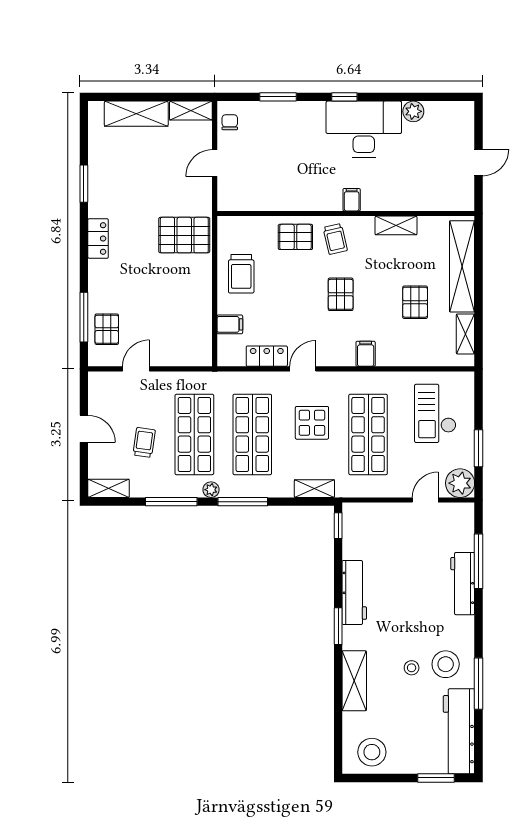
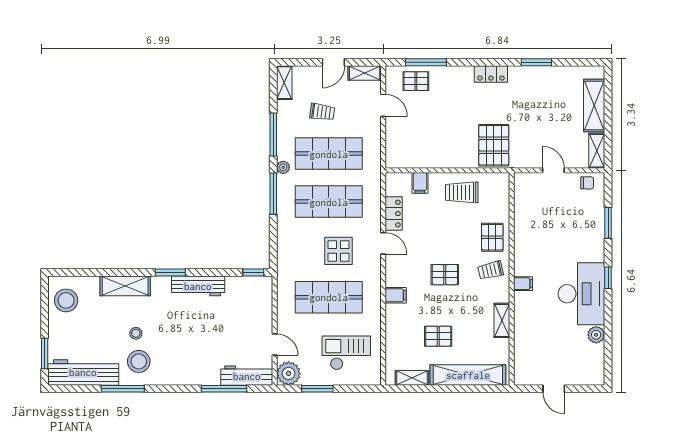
shelving: (314, 489) -> (365, 73), moved, turned 90
workbench: (463, 584) -> (247, 376), moved

